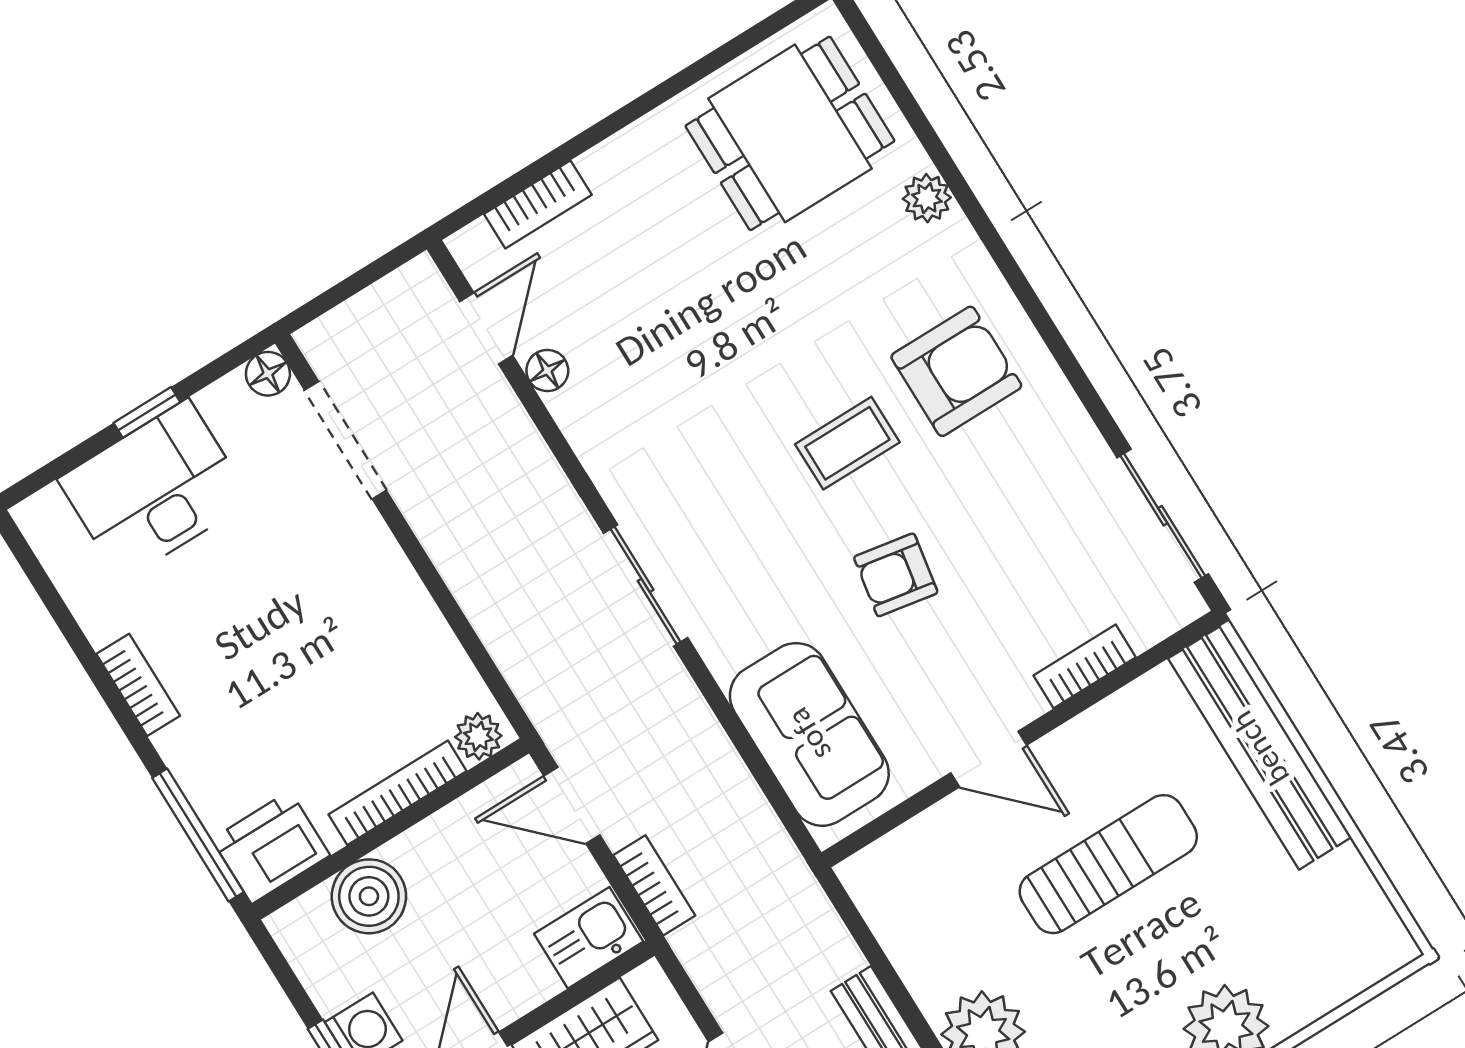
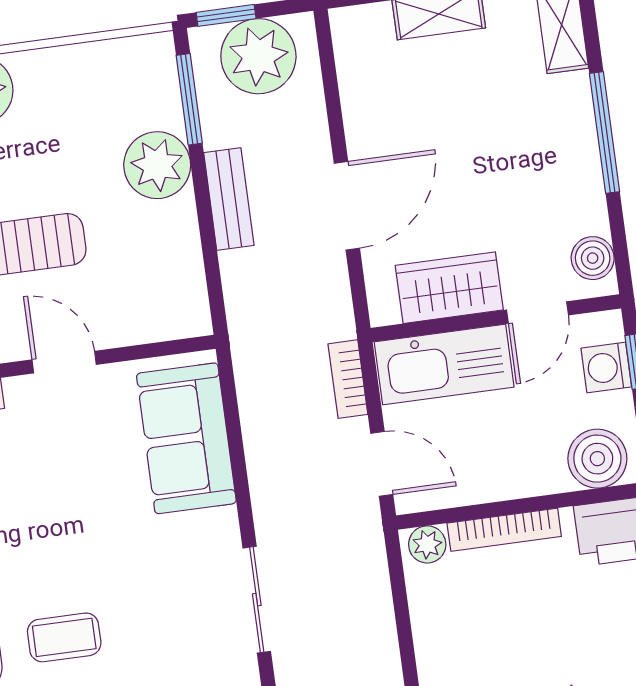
armchair: (896, 575) -> (72, 526), removed
boiler: (369, 896) -> (597, 459), moved
kitchen sink: (589, 938) -> (444, 364), width x1.87, depth x1.24

